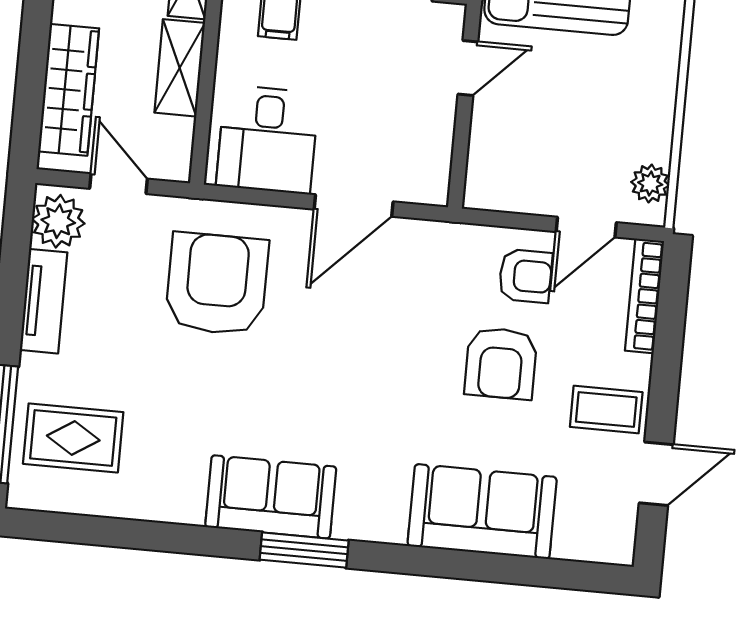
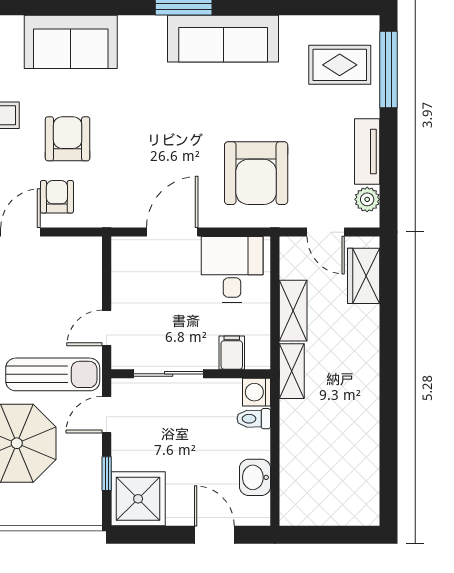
wardrobe: (69, 90) -> (364, 276), width x0.67
plant: (58, 221) -> (367, 199), width x0.73, depth x0.73
armchair: (525, 276) -> (57, 197), turned 90
sofa: (271, 497) -> (223, 39), width x1.36

